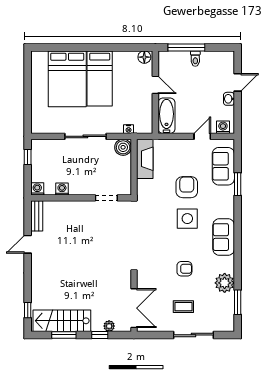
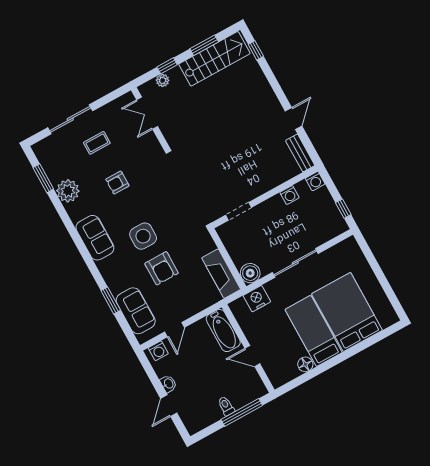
floor lamp: (144, 57) -> (305, 364), moved
nightstand: (129, 129) -> (257, 299), width x1.89, depth x1.79
double door: (134, 308) -> (147, 113), width x0.73

